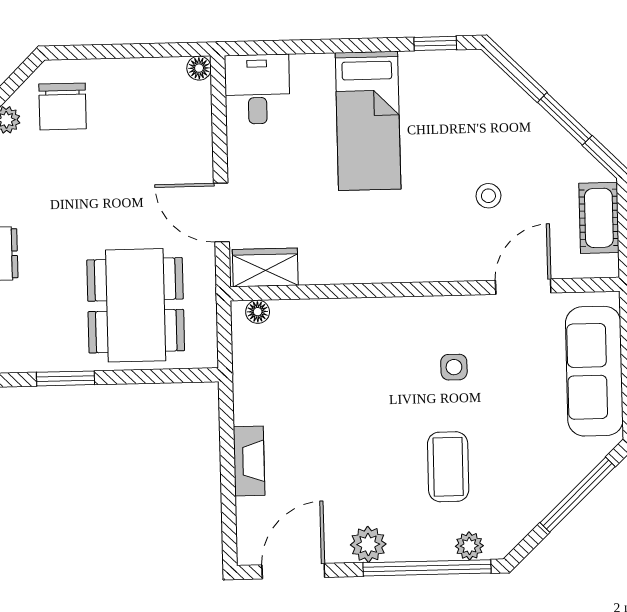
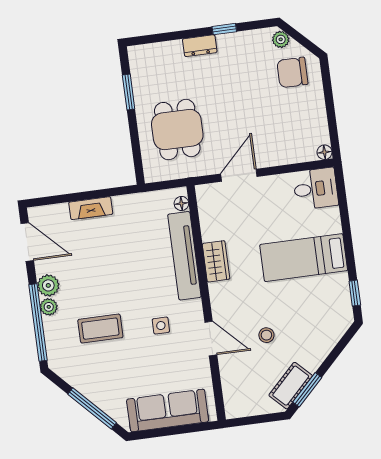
window: (565, 119) -> (307, 390), moved
cot: (599, 218) -> (291, 386), moved, turned -45
wardrobe: (265, 267) -> (216, 261), moved
door: (523, 287) -> (211, 339), moved
dining table: (136, 305) -> (177, 130), width x0.73
tv unit: (344, 316) -> (184, 256), added
plant: (469, 546) -> (49, 307), moved

